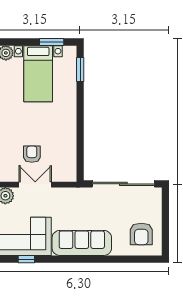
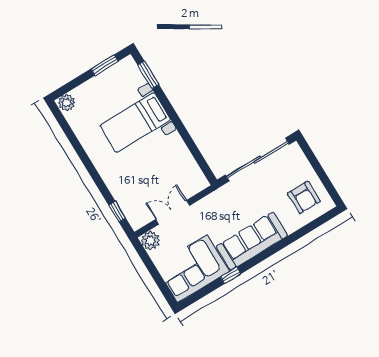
bed with nightstands: (38, 74) -> (135, 122), moved, turned 90
armchair: (32, 154) -> (151, 185), removed
window: (26, 259) -> (231, 275), moved

